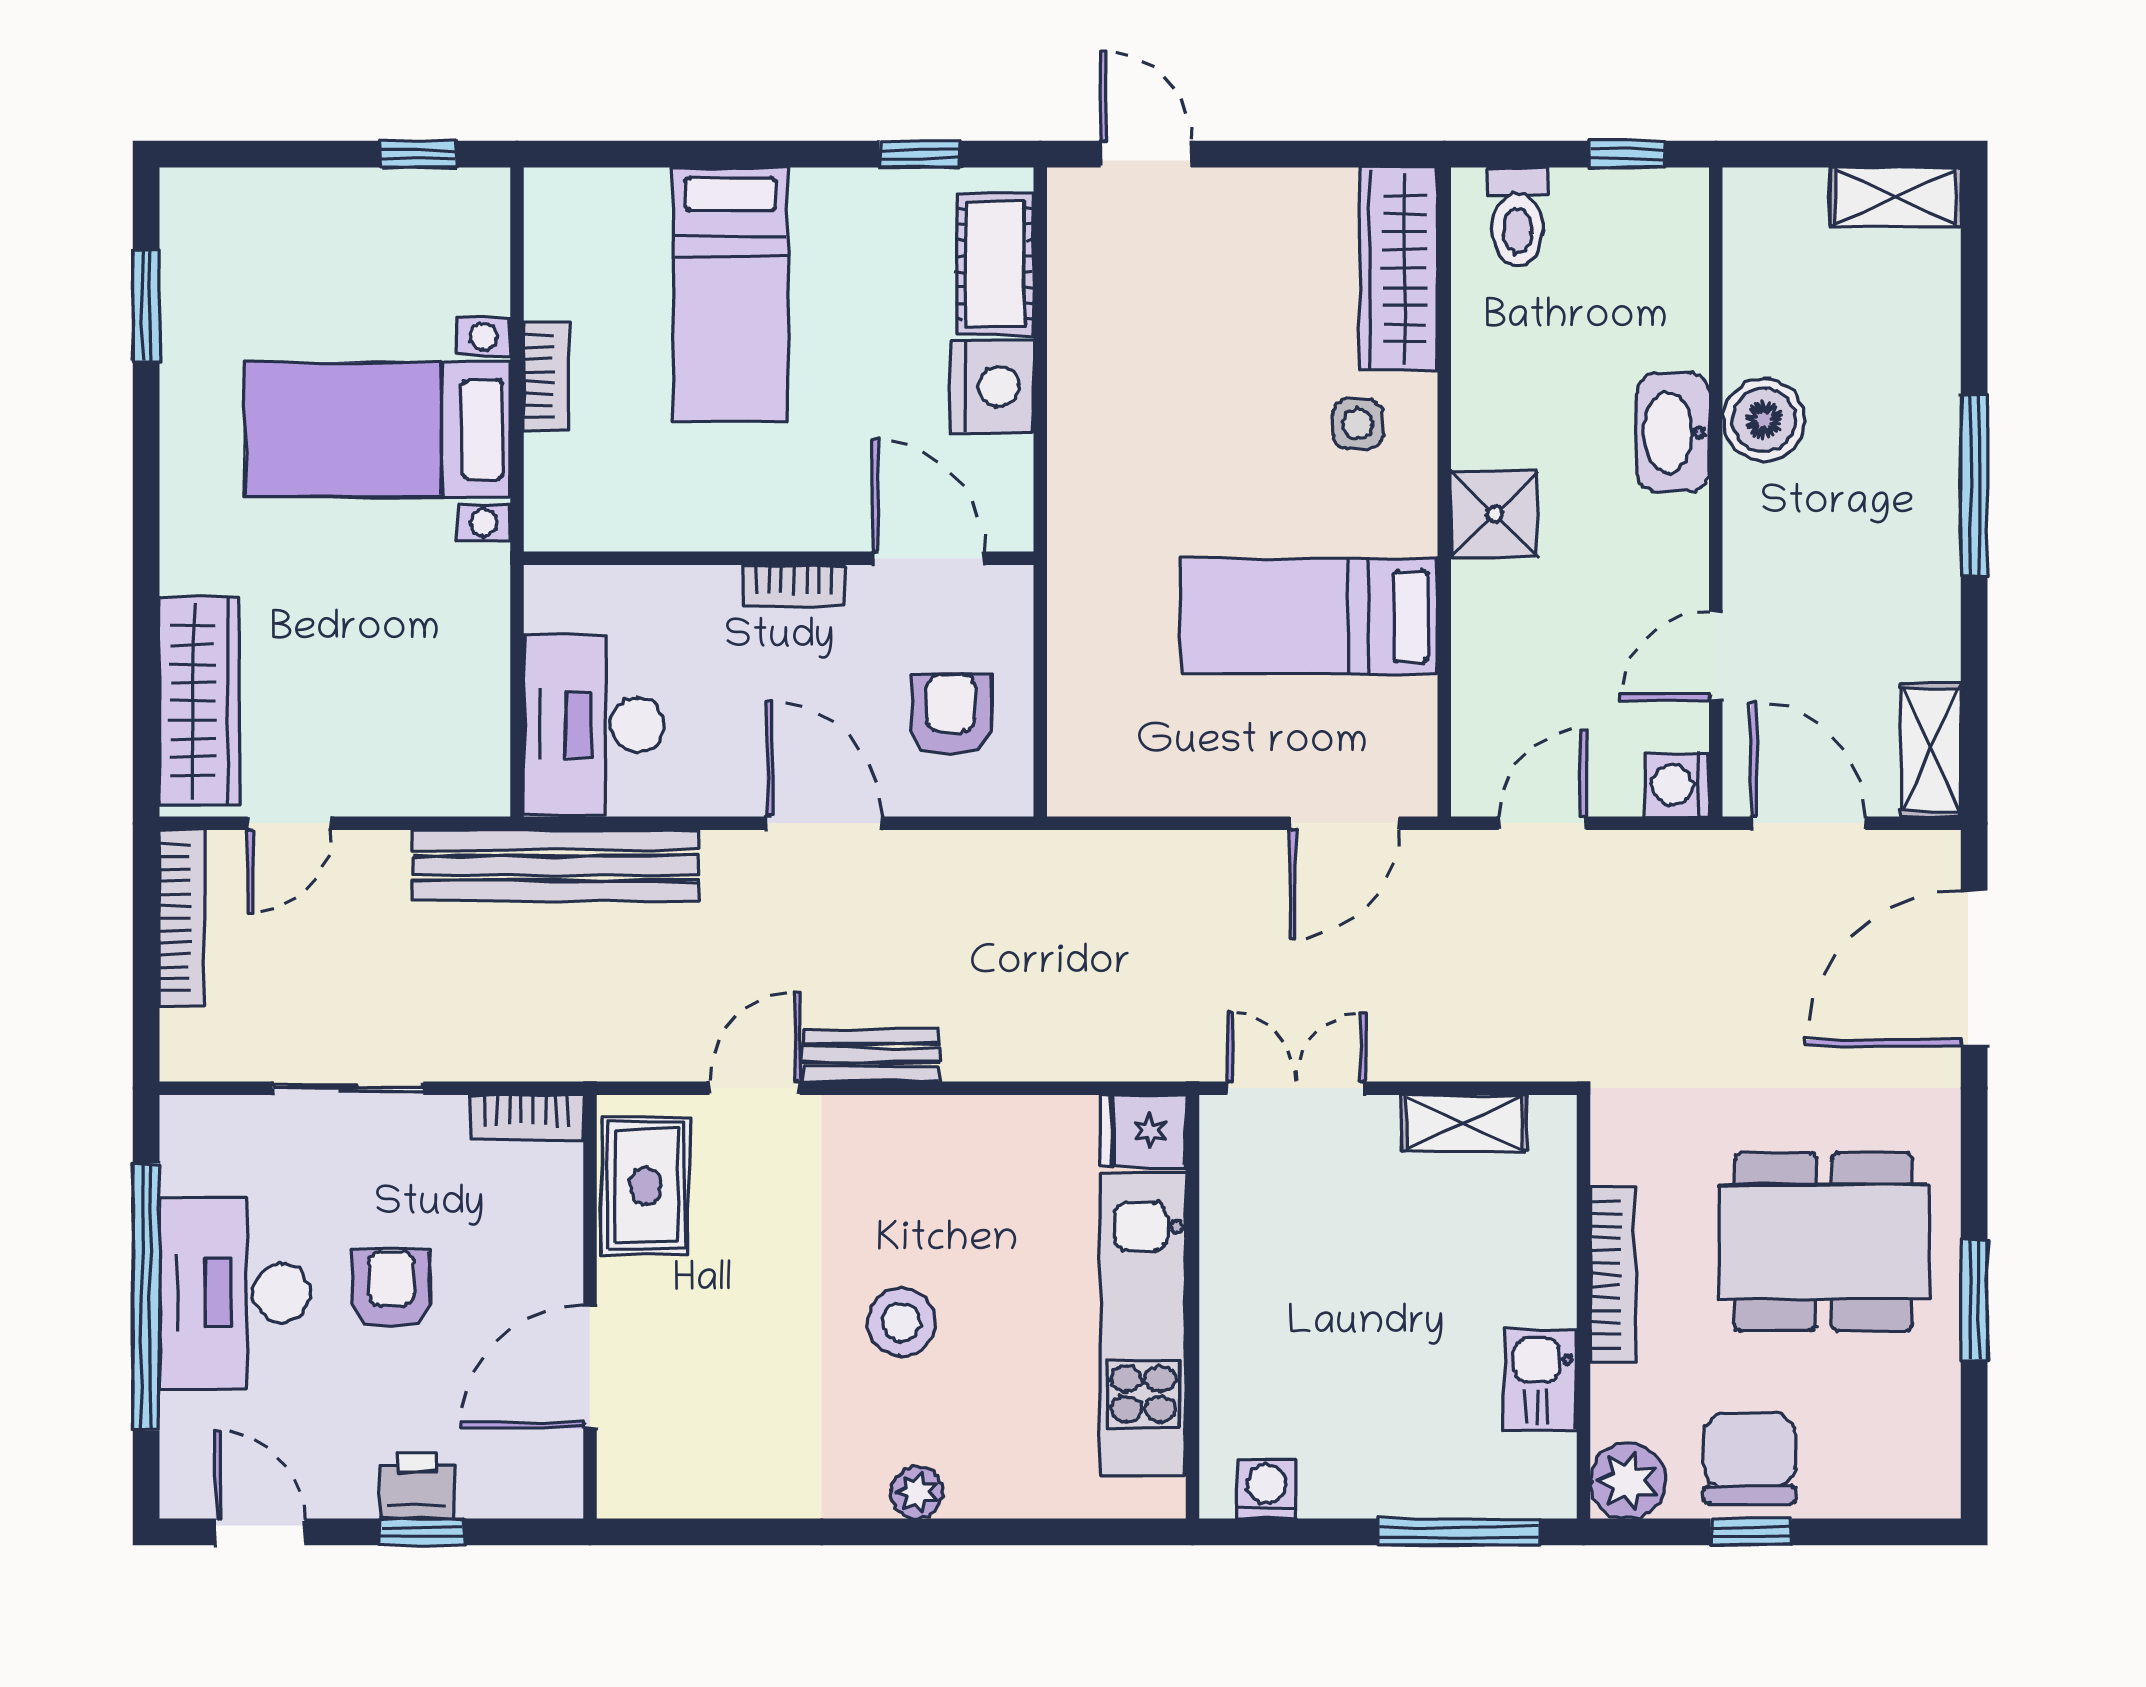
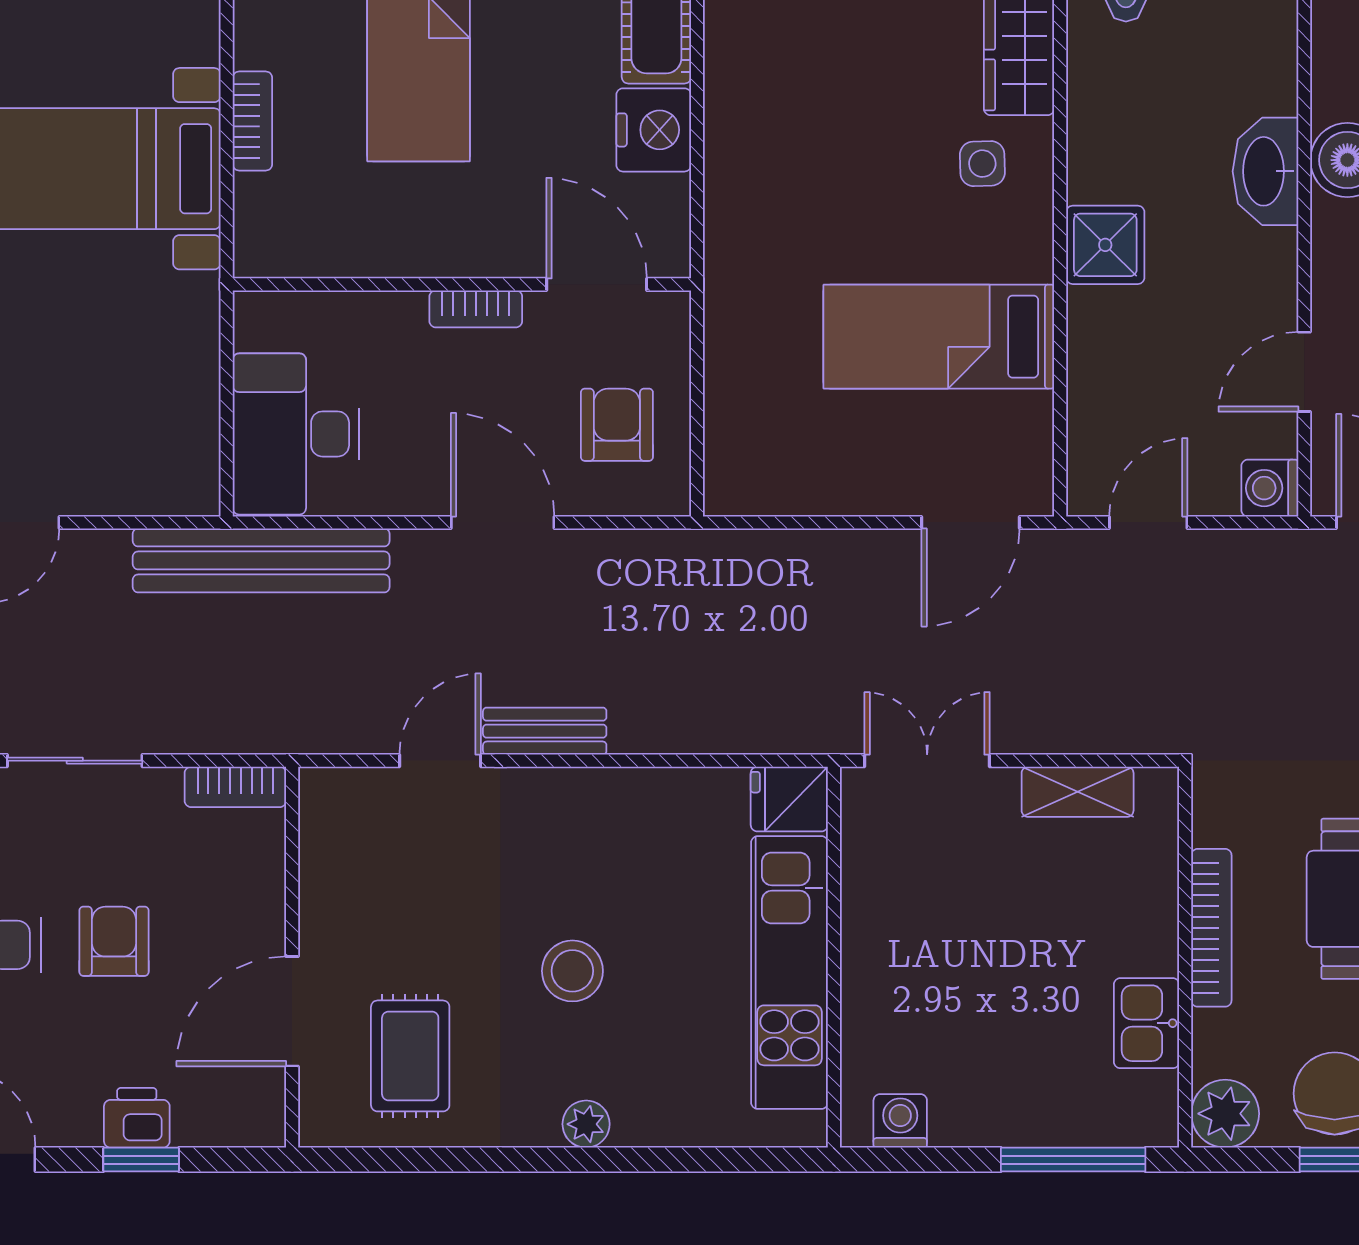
rug: (646, 1186) -> (410, 1056), moved

